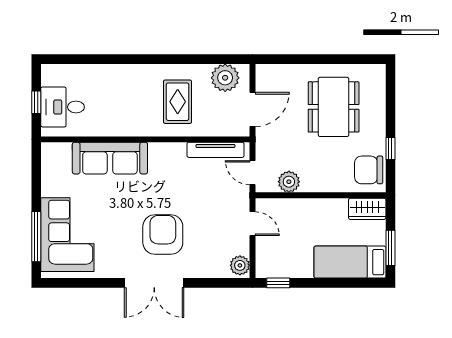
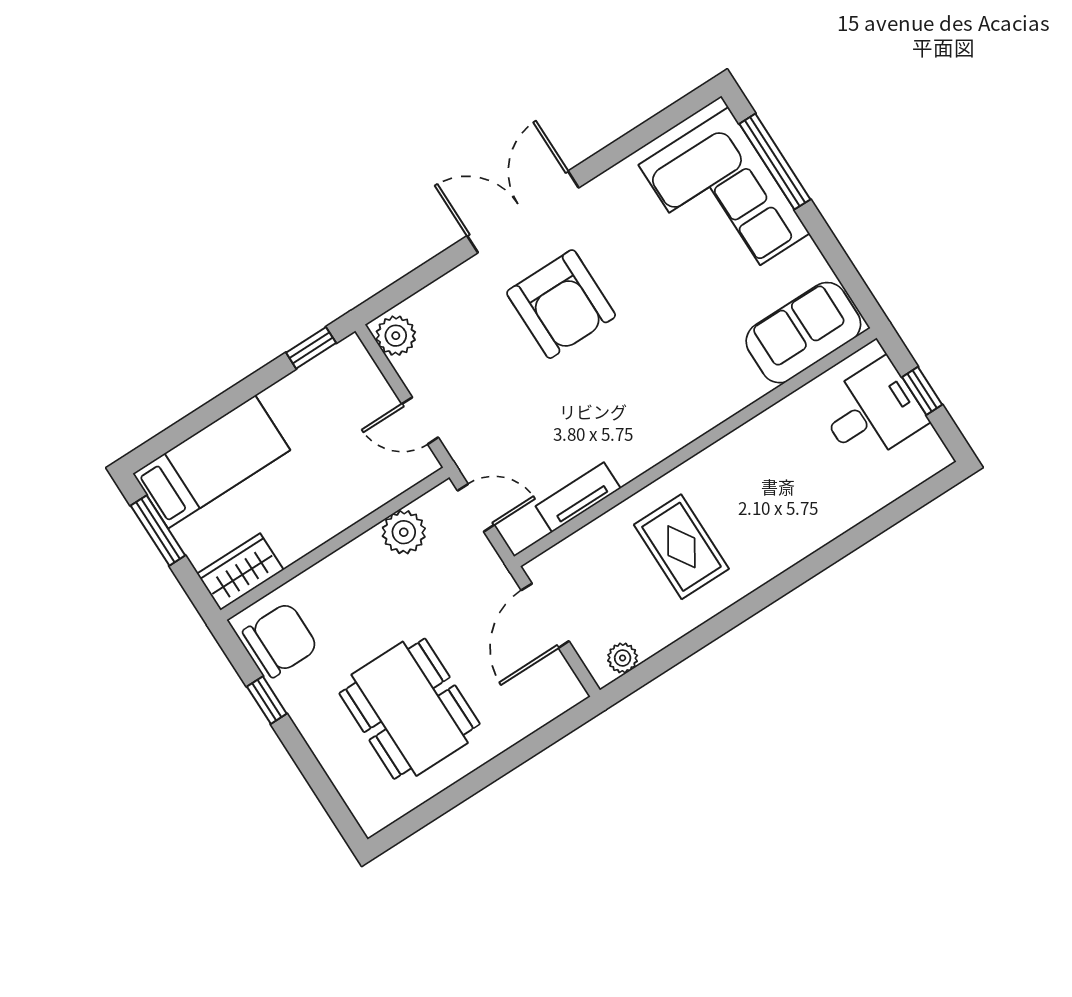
plant: (225, 78) -> (623, 658), width x0.53, depth x0.53
tv unit: (215, 150) -> (578, 497), width x0.71
sofa: (110, 158) -> (803, 333), moved, width x0.73

